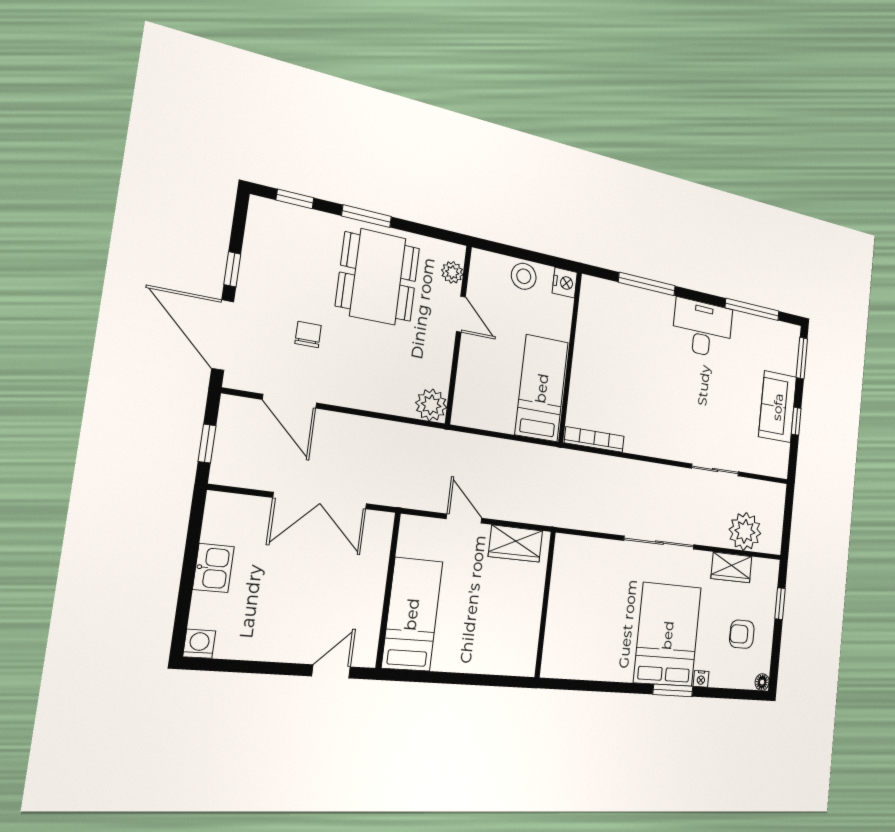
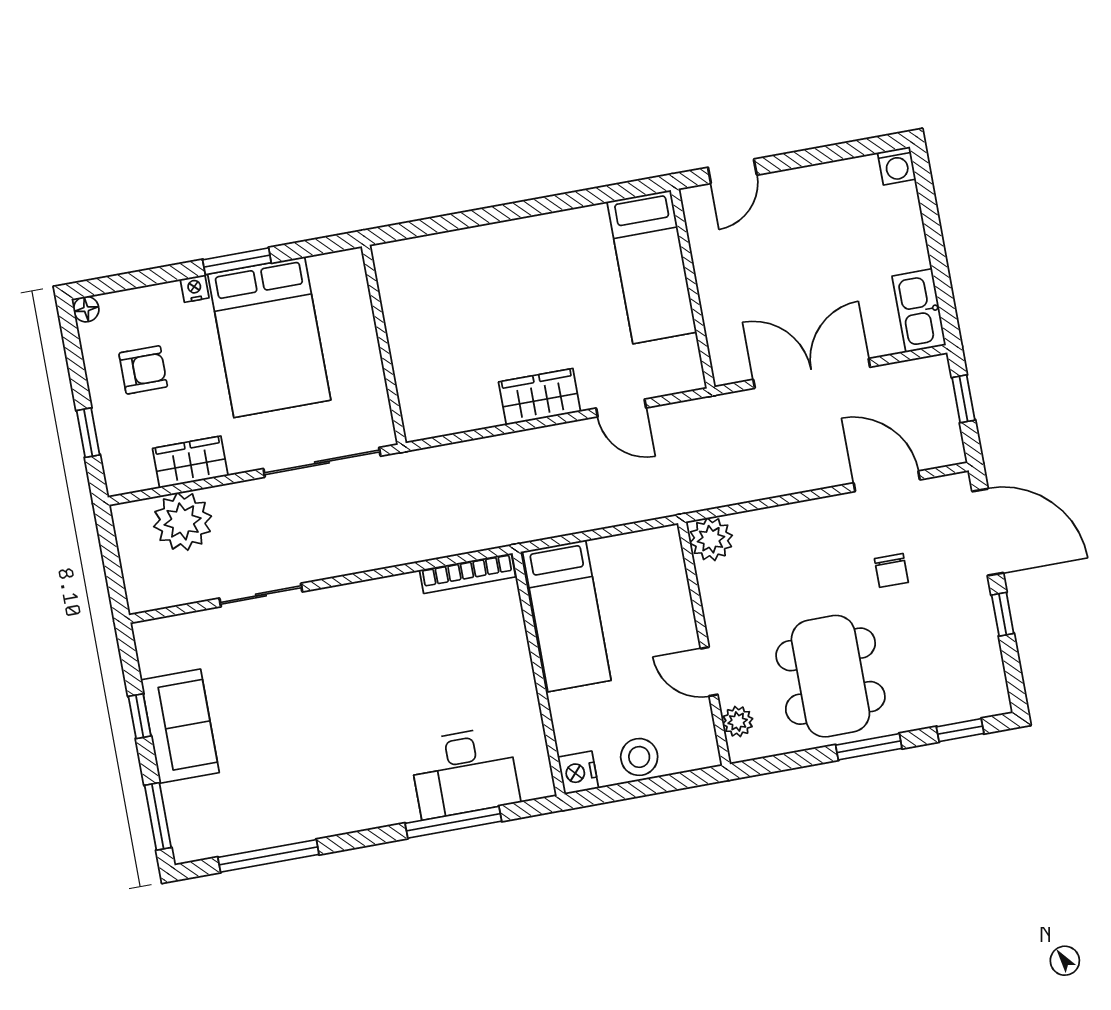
desk: (702, 328) -> (464, 772), moved
kitchen sink: (214, 568) -> (919, 311), moved, width x1.38
wall: (545, 604) -> (384, 345), moved

